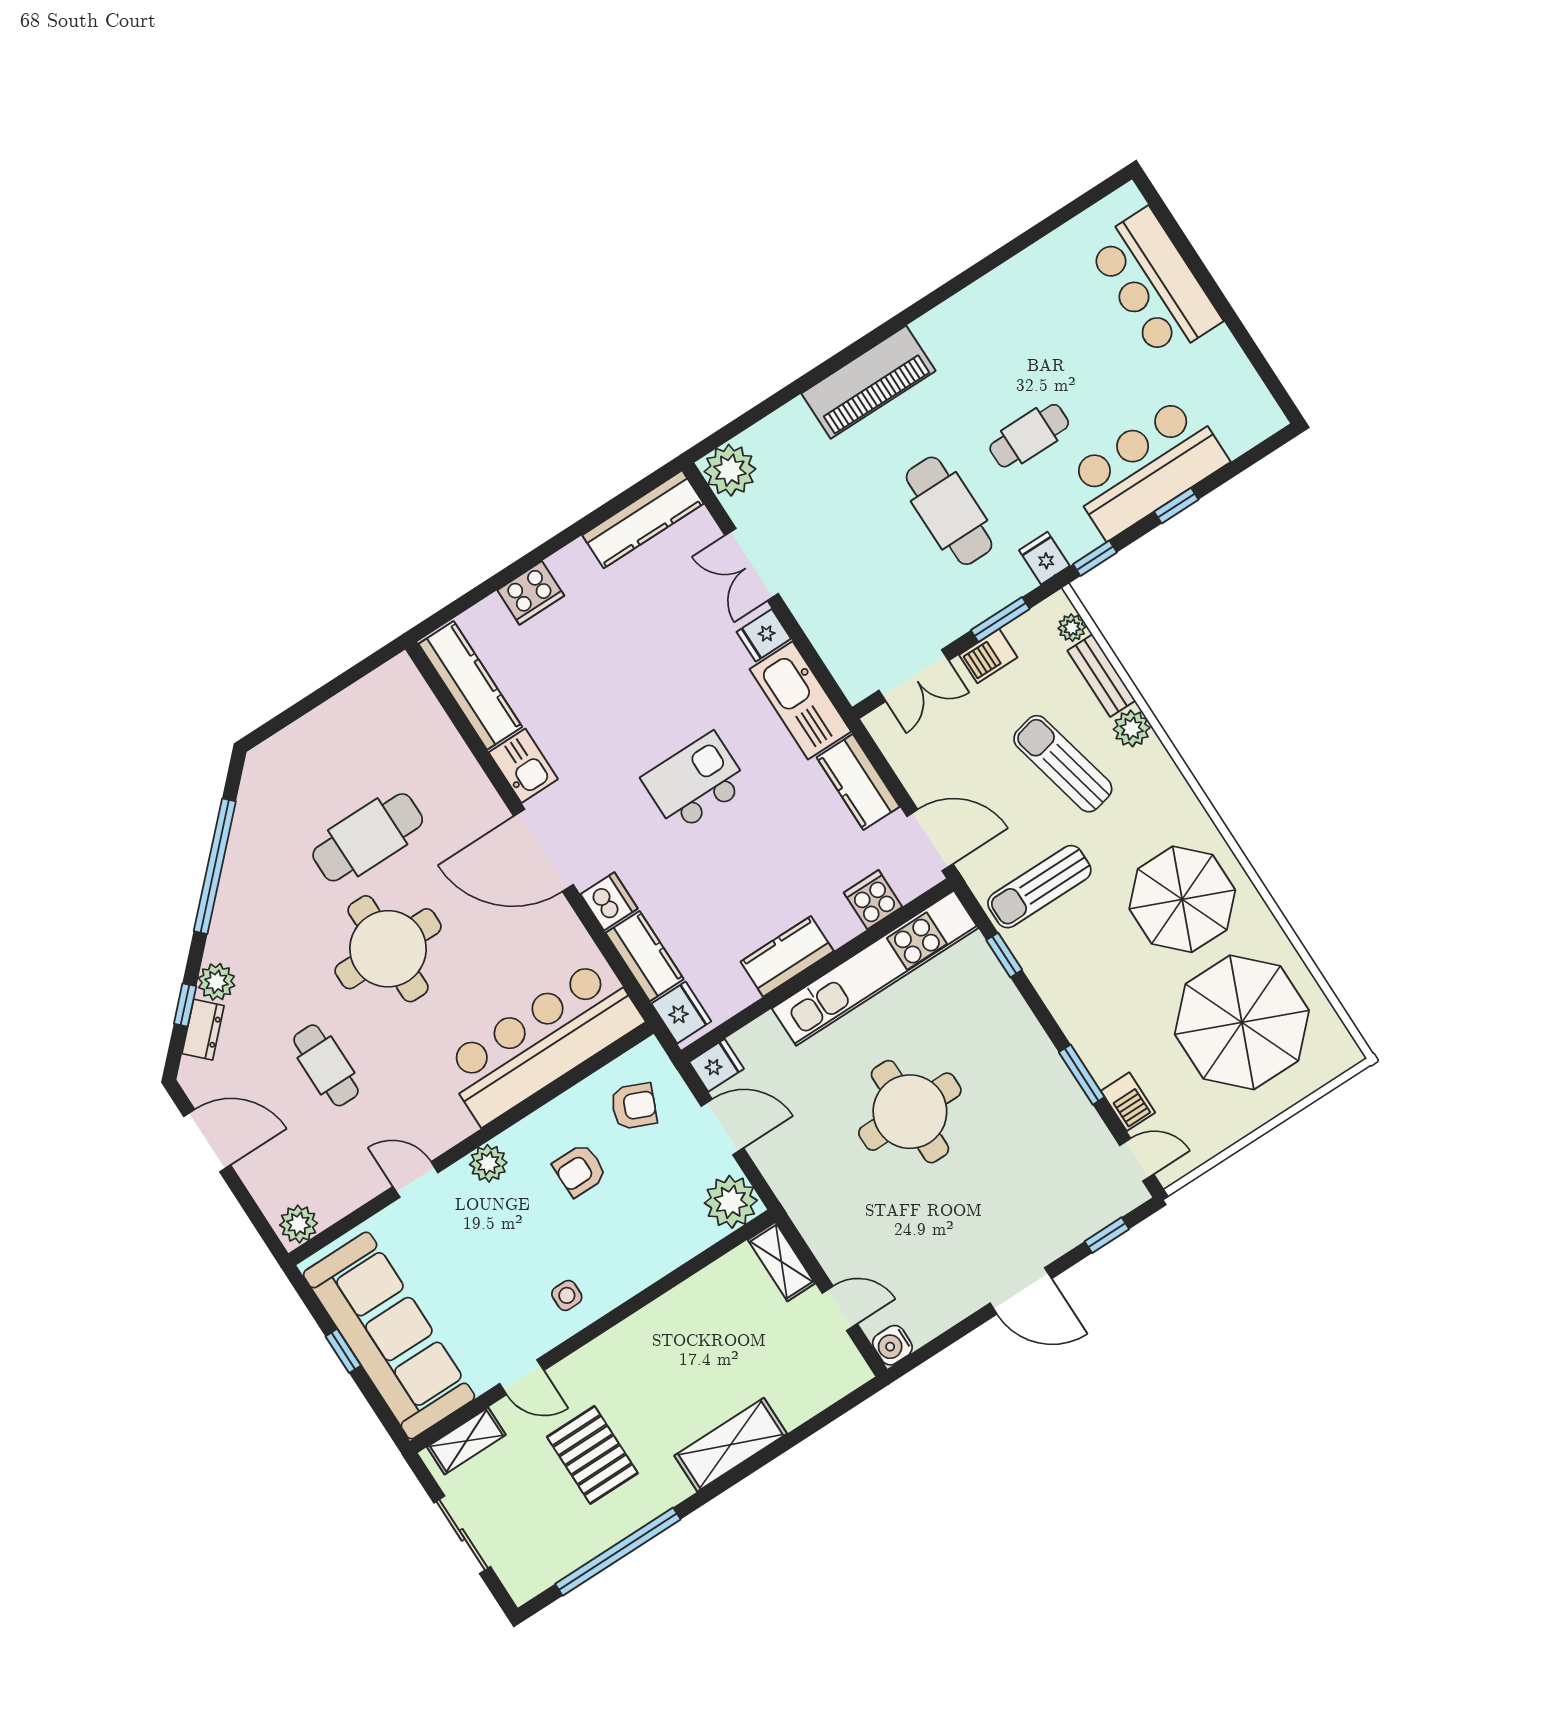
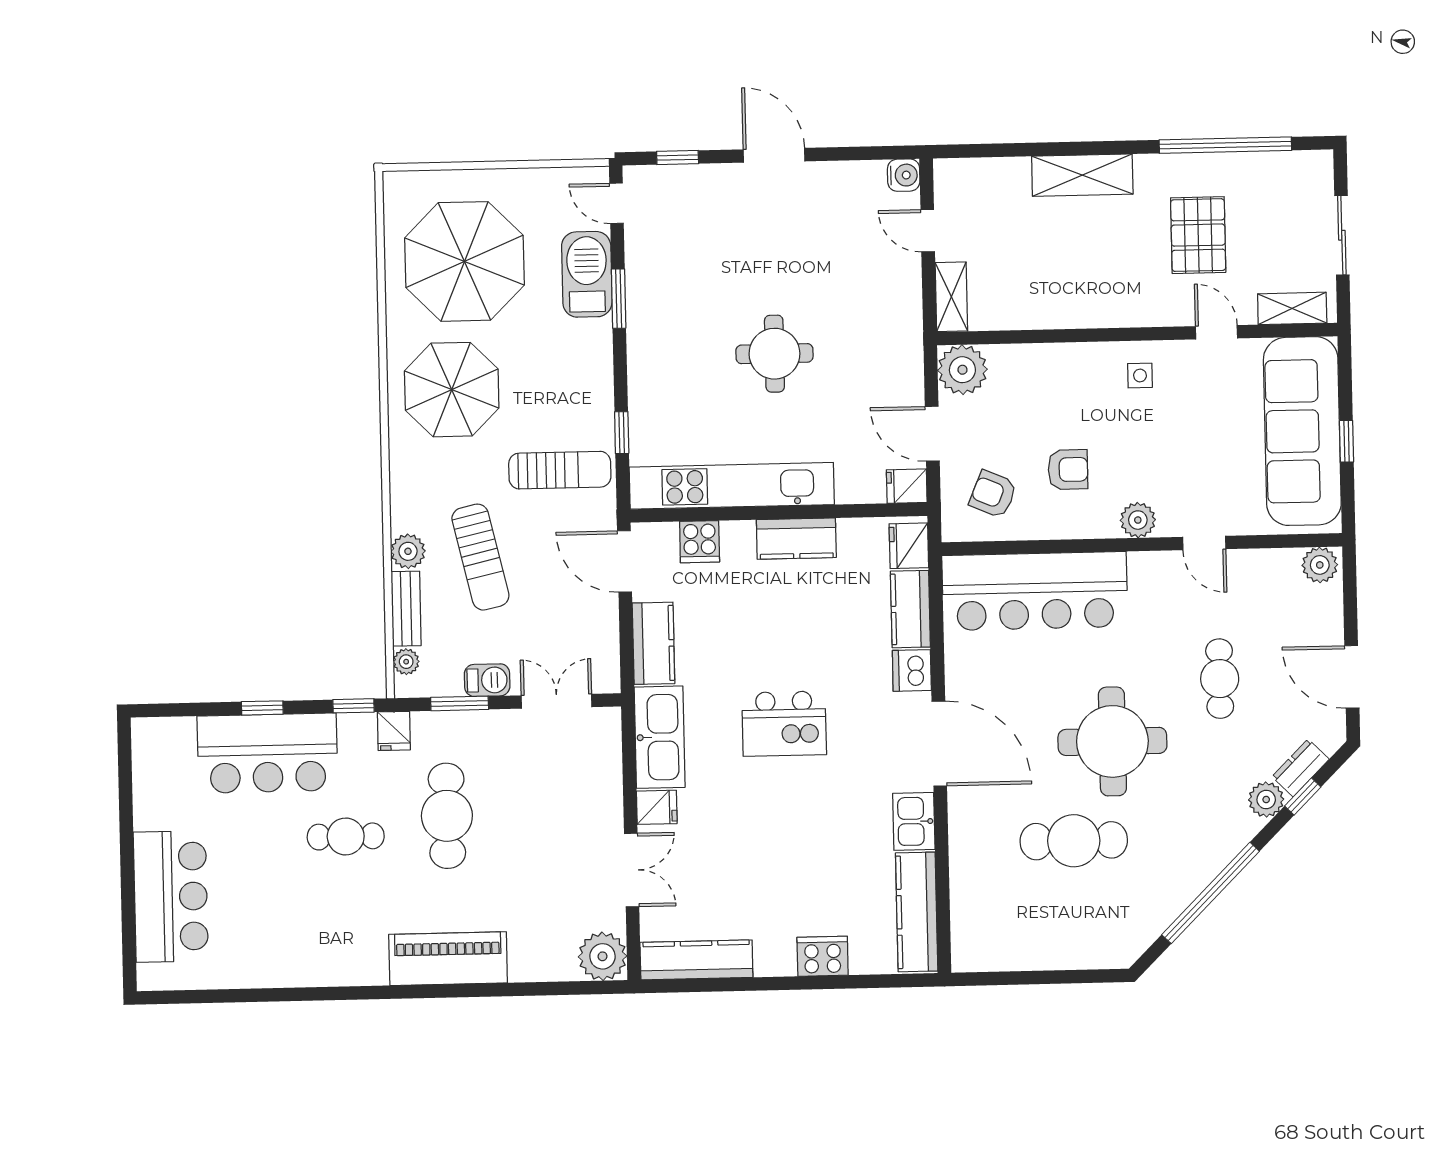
barbecue: (1128, 1102) -> (587, 274), width x1.88, depth x1.53
round table: (910, 1112) -> (774, 354), width x0.73, depth x0.73

